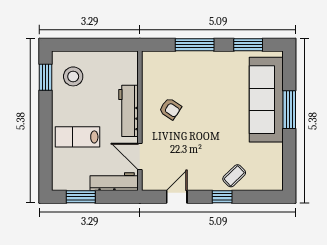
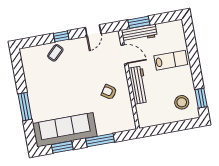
sofa: (266, 100) -> (65, 130), moved, turned -90
window: (81, 197) -> (139, 22), moved

